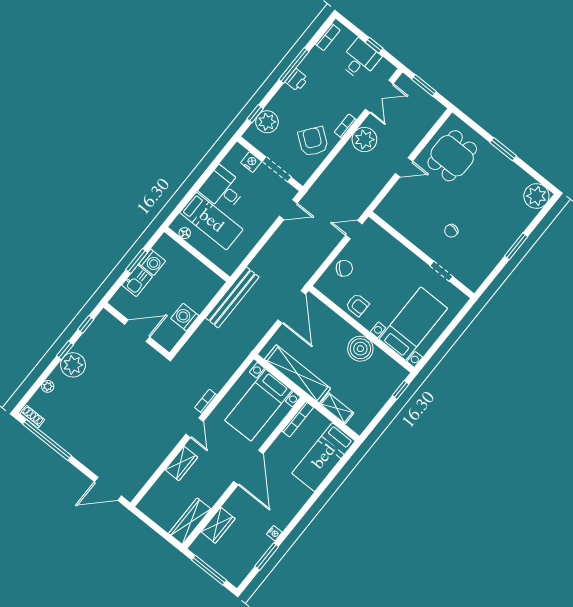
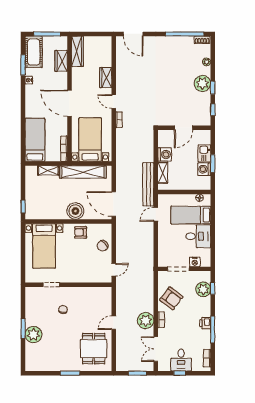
plant: (536, 196) -> (33, 335), moved
door: (288, 210) -> (156, 214), moved
shelving: (204, 297) -> (163, 173), added
boiler: (360, 349) -> (75, 211), moved
door: (108, 489) -> (133, 34), swing flipped
cot: (242, 562) -> (34, 52), added

